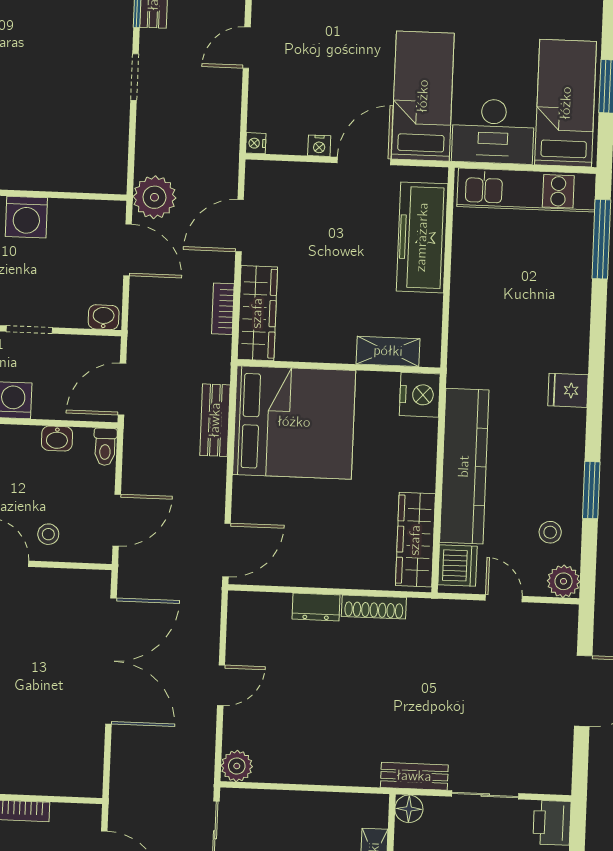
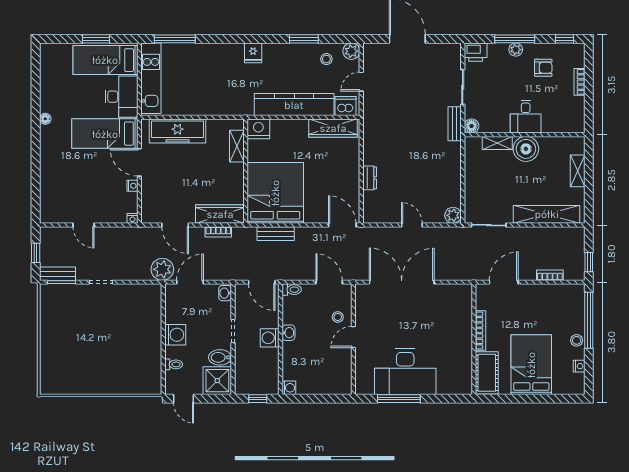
washbasin: (57, 439) -> (288, 333), moved
shoe rack: (374, 607) -> (368, 148), removed

